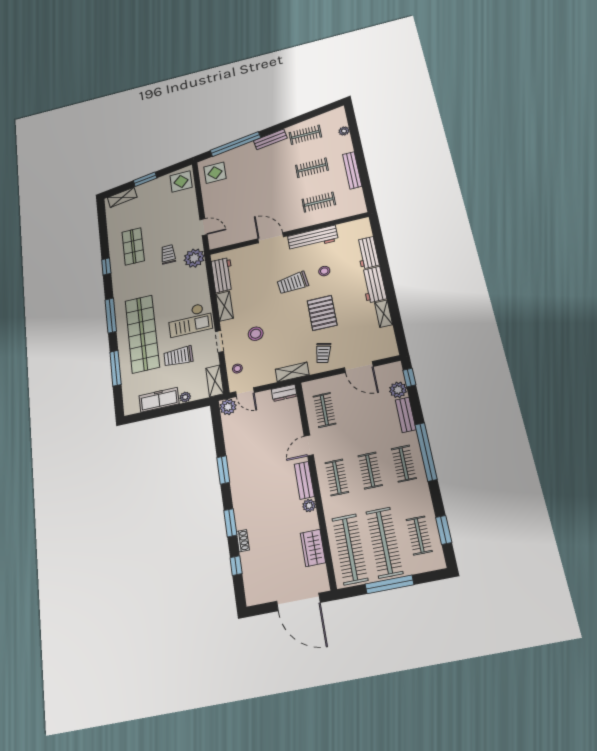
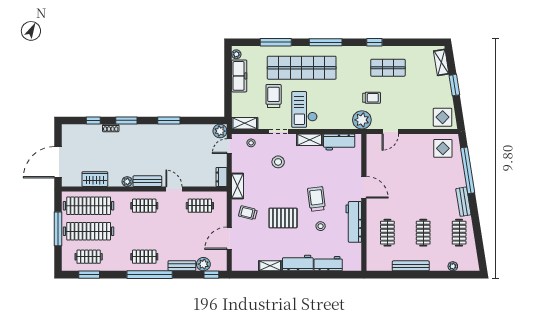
door: (271, 238) -> (364, 187), hinge flipped
plant: (185, 397) -> (236, 54), moved
clothes rail: (370, 471) -> (144, 231), removed

